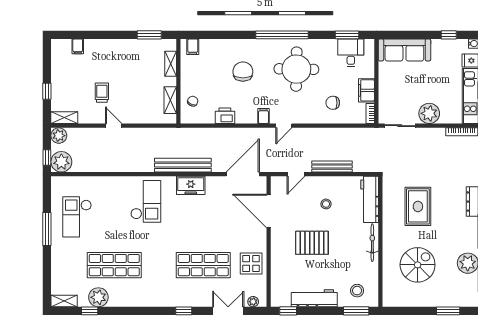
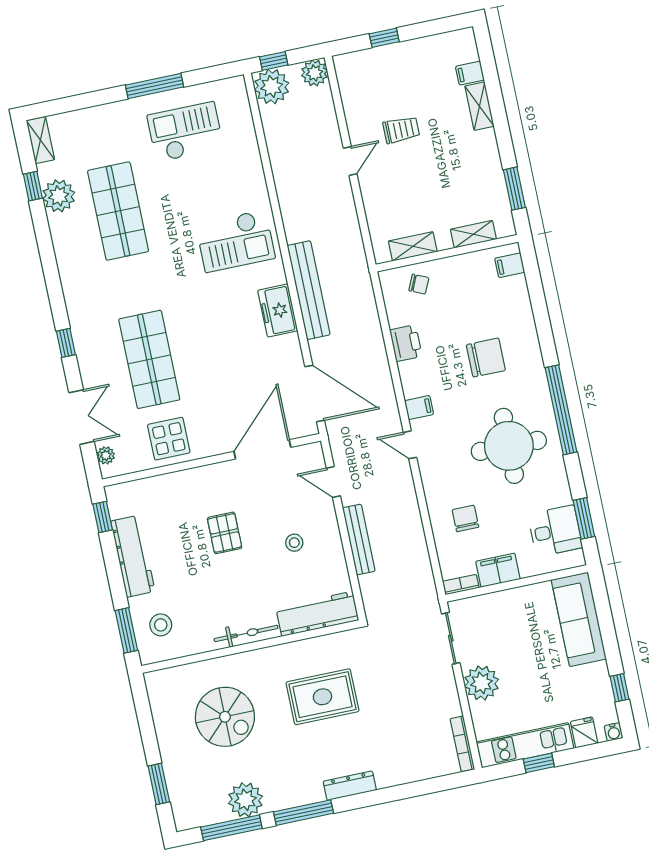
shelving: (64, 118) -> (479, 106), moved
pallet: (312, 243) -> (225, 533), width x0.67, depth x0.71

